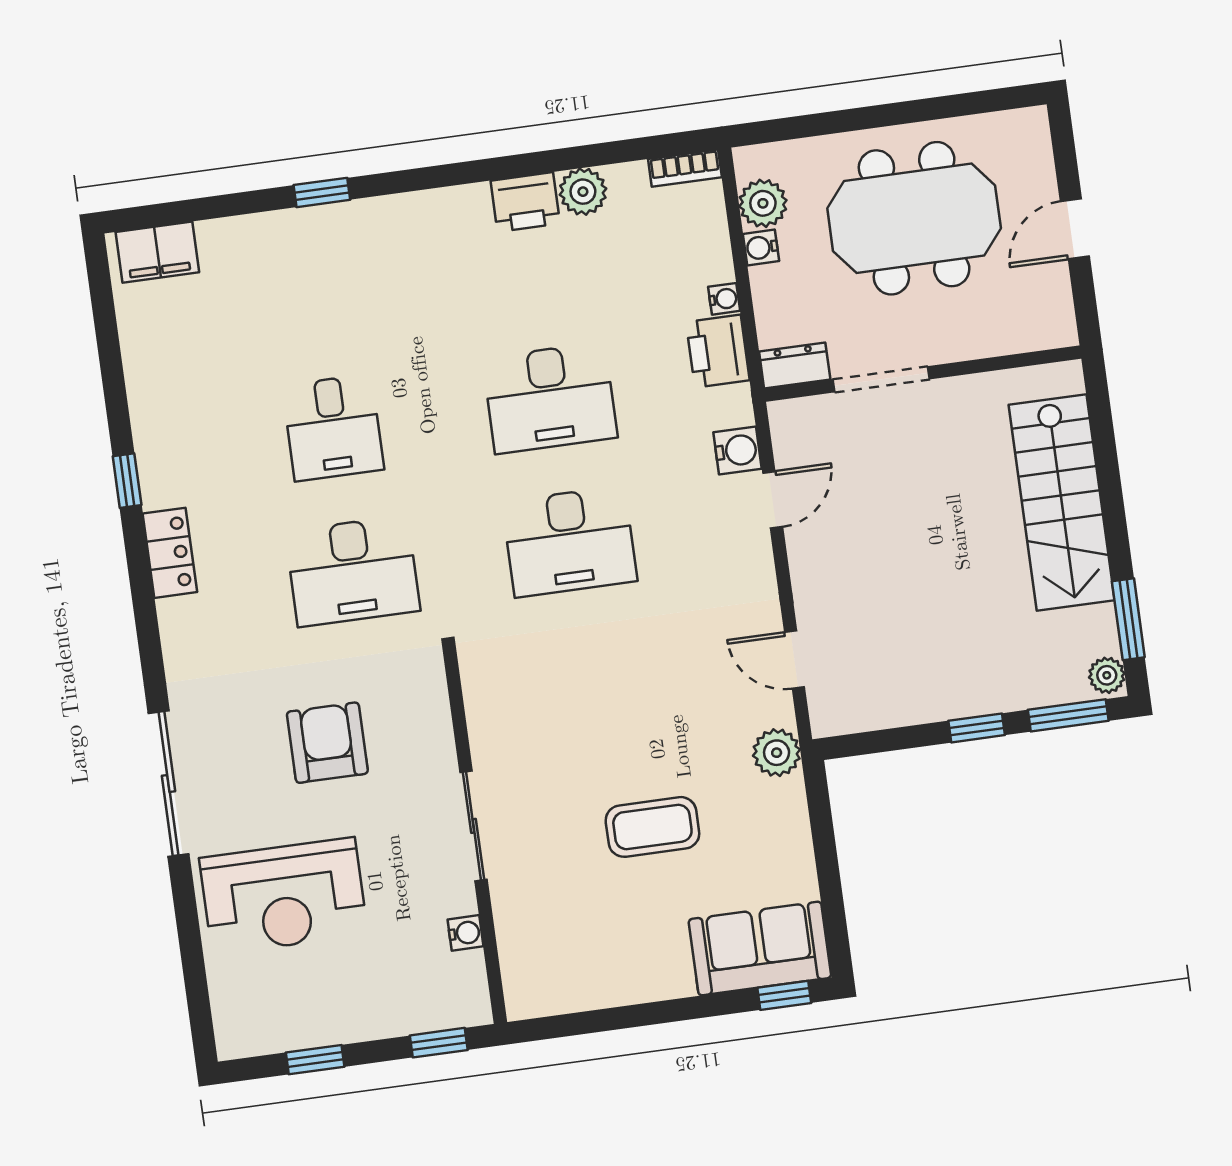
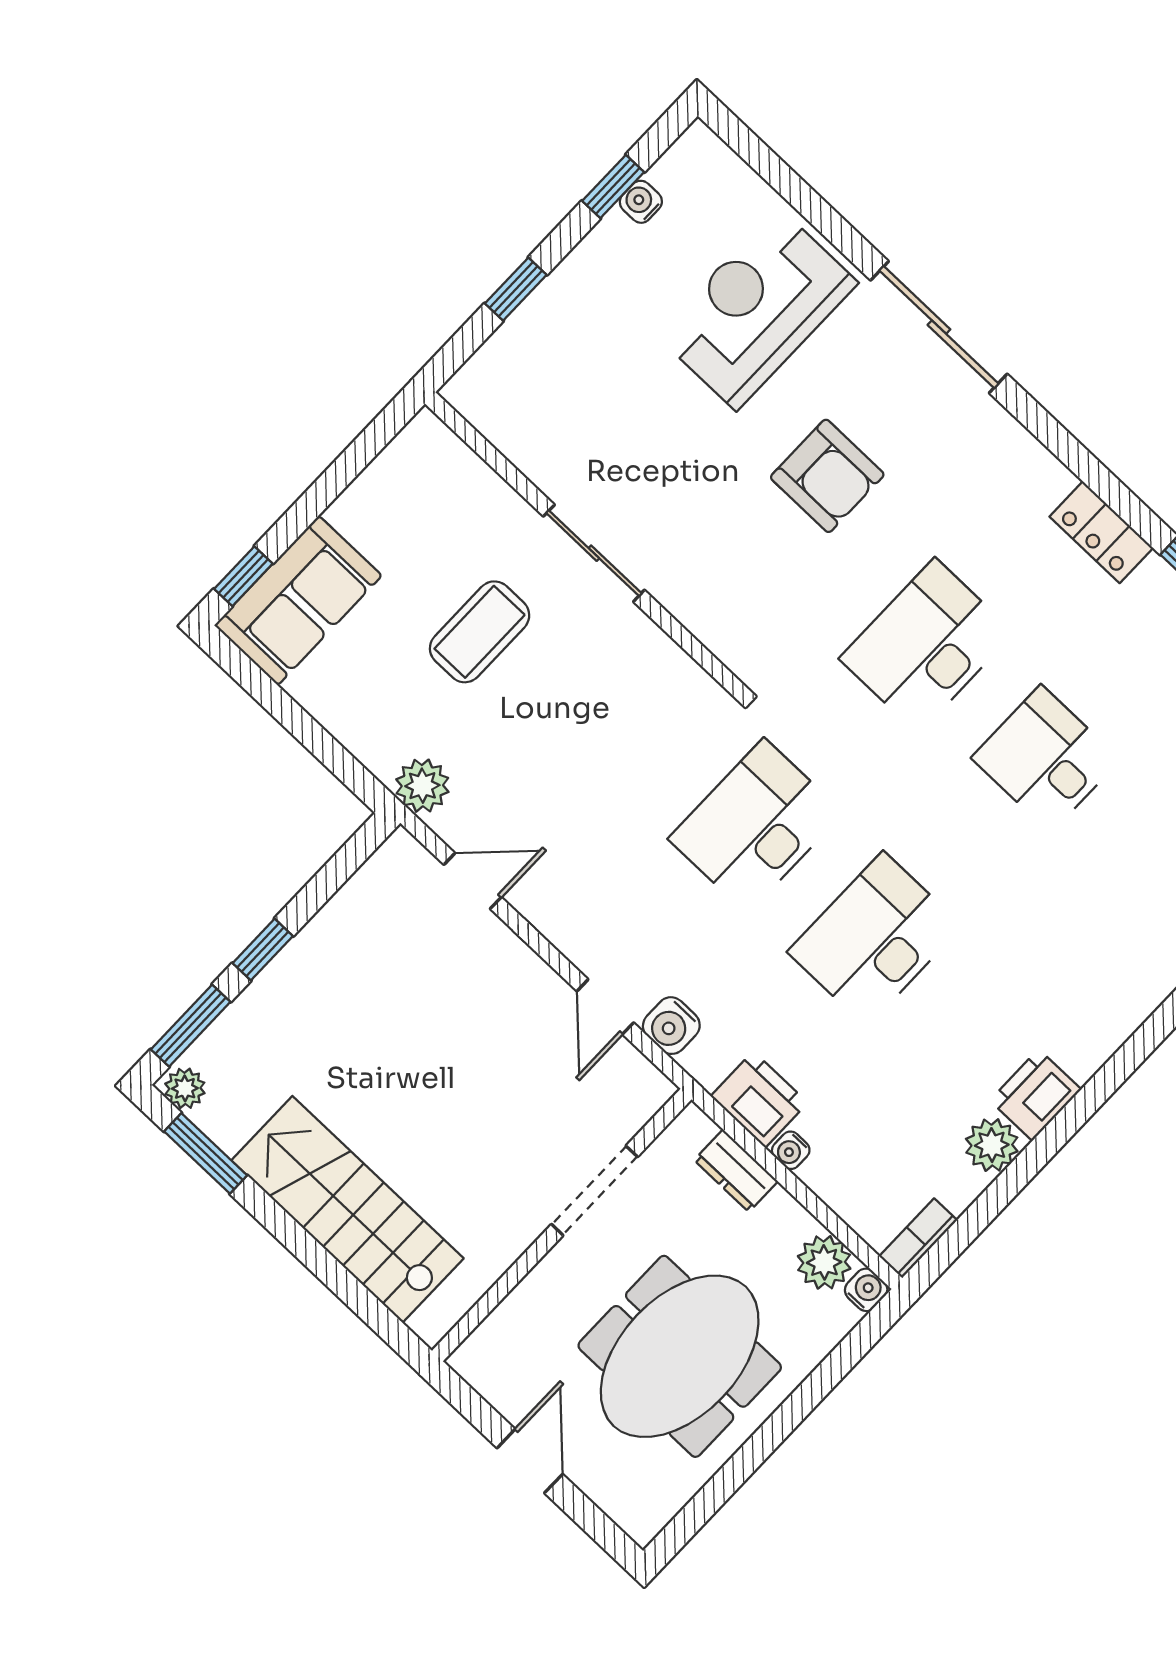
water cooler: (761, 248) -> (866, 1290), moved
dresser: (795, 365) -> (736, 1171), moved, turned 90
sliding door: (473, 826) -> (594, 553), moved
wall: (475, 837) -> (585, 545), moved
water cooler: (465, 933) -> (641, 202), moved, turned 90

